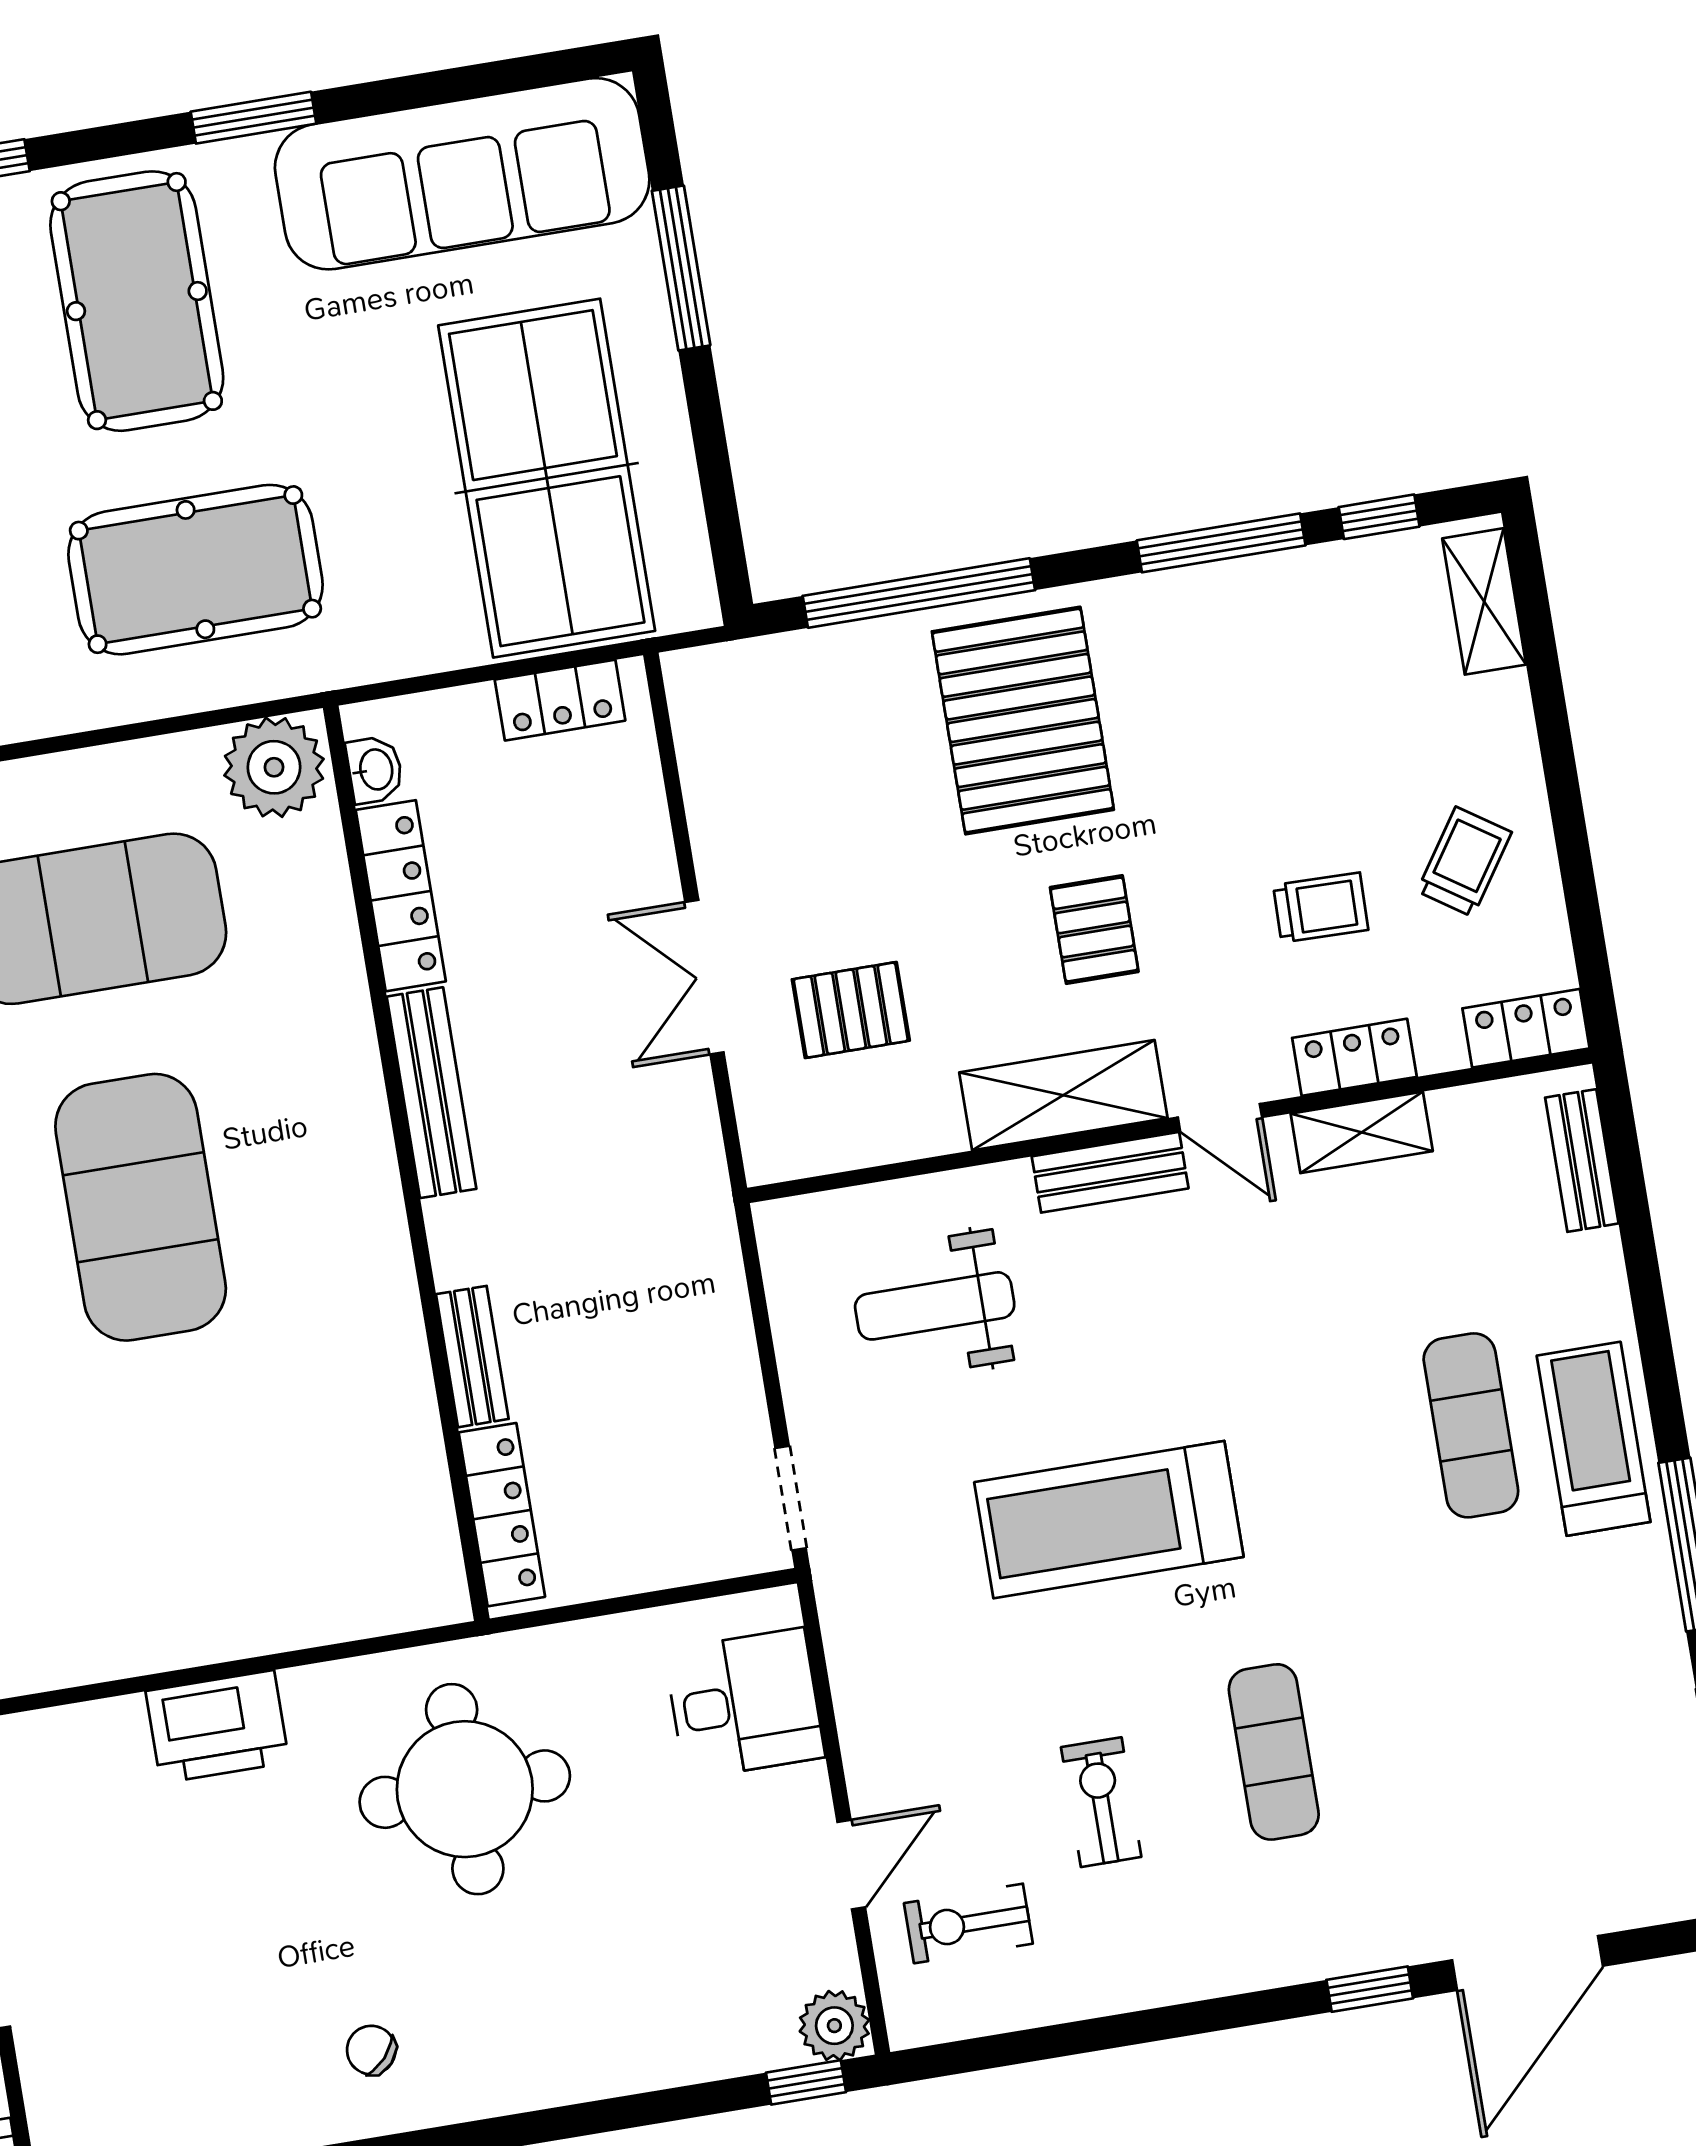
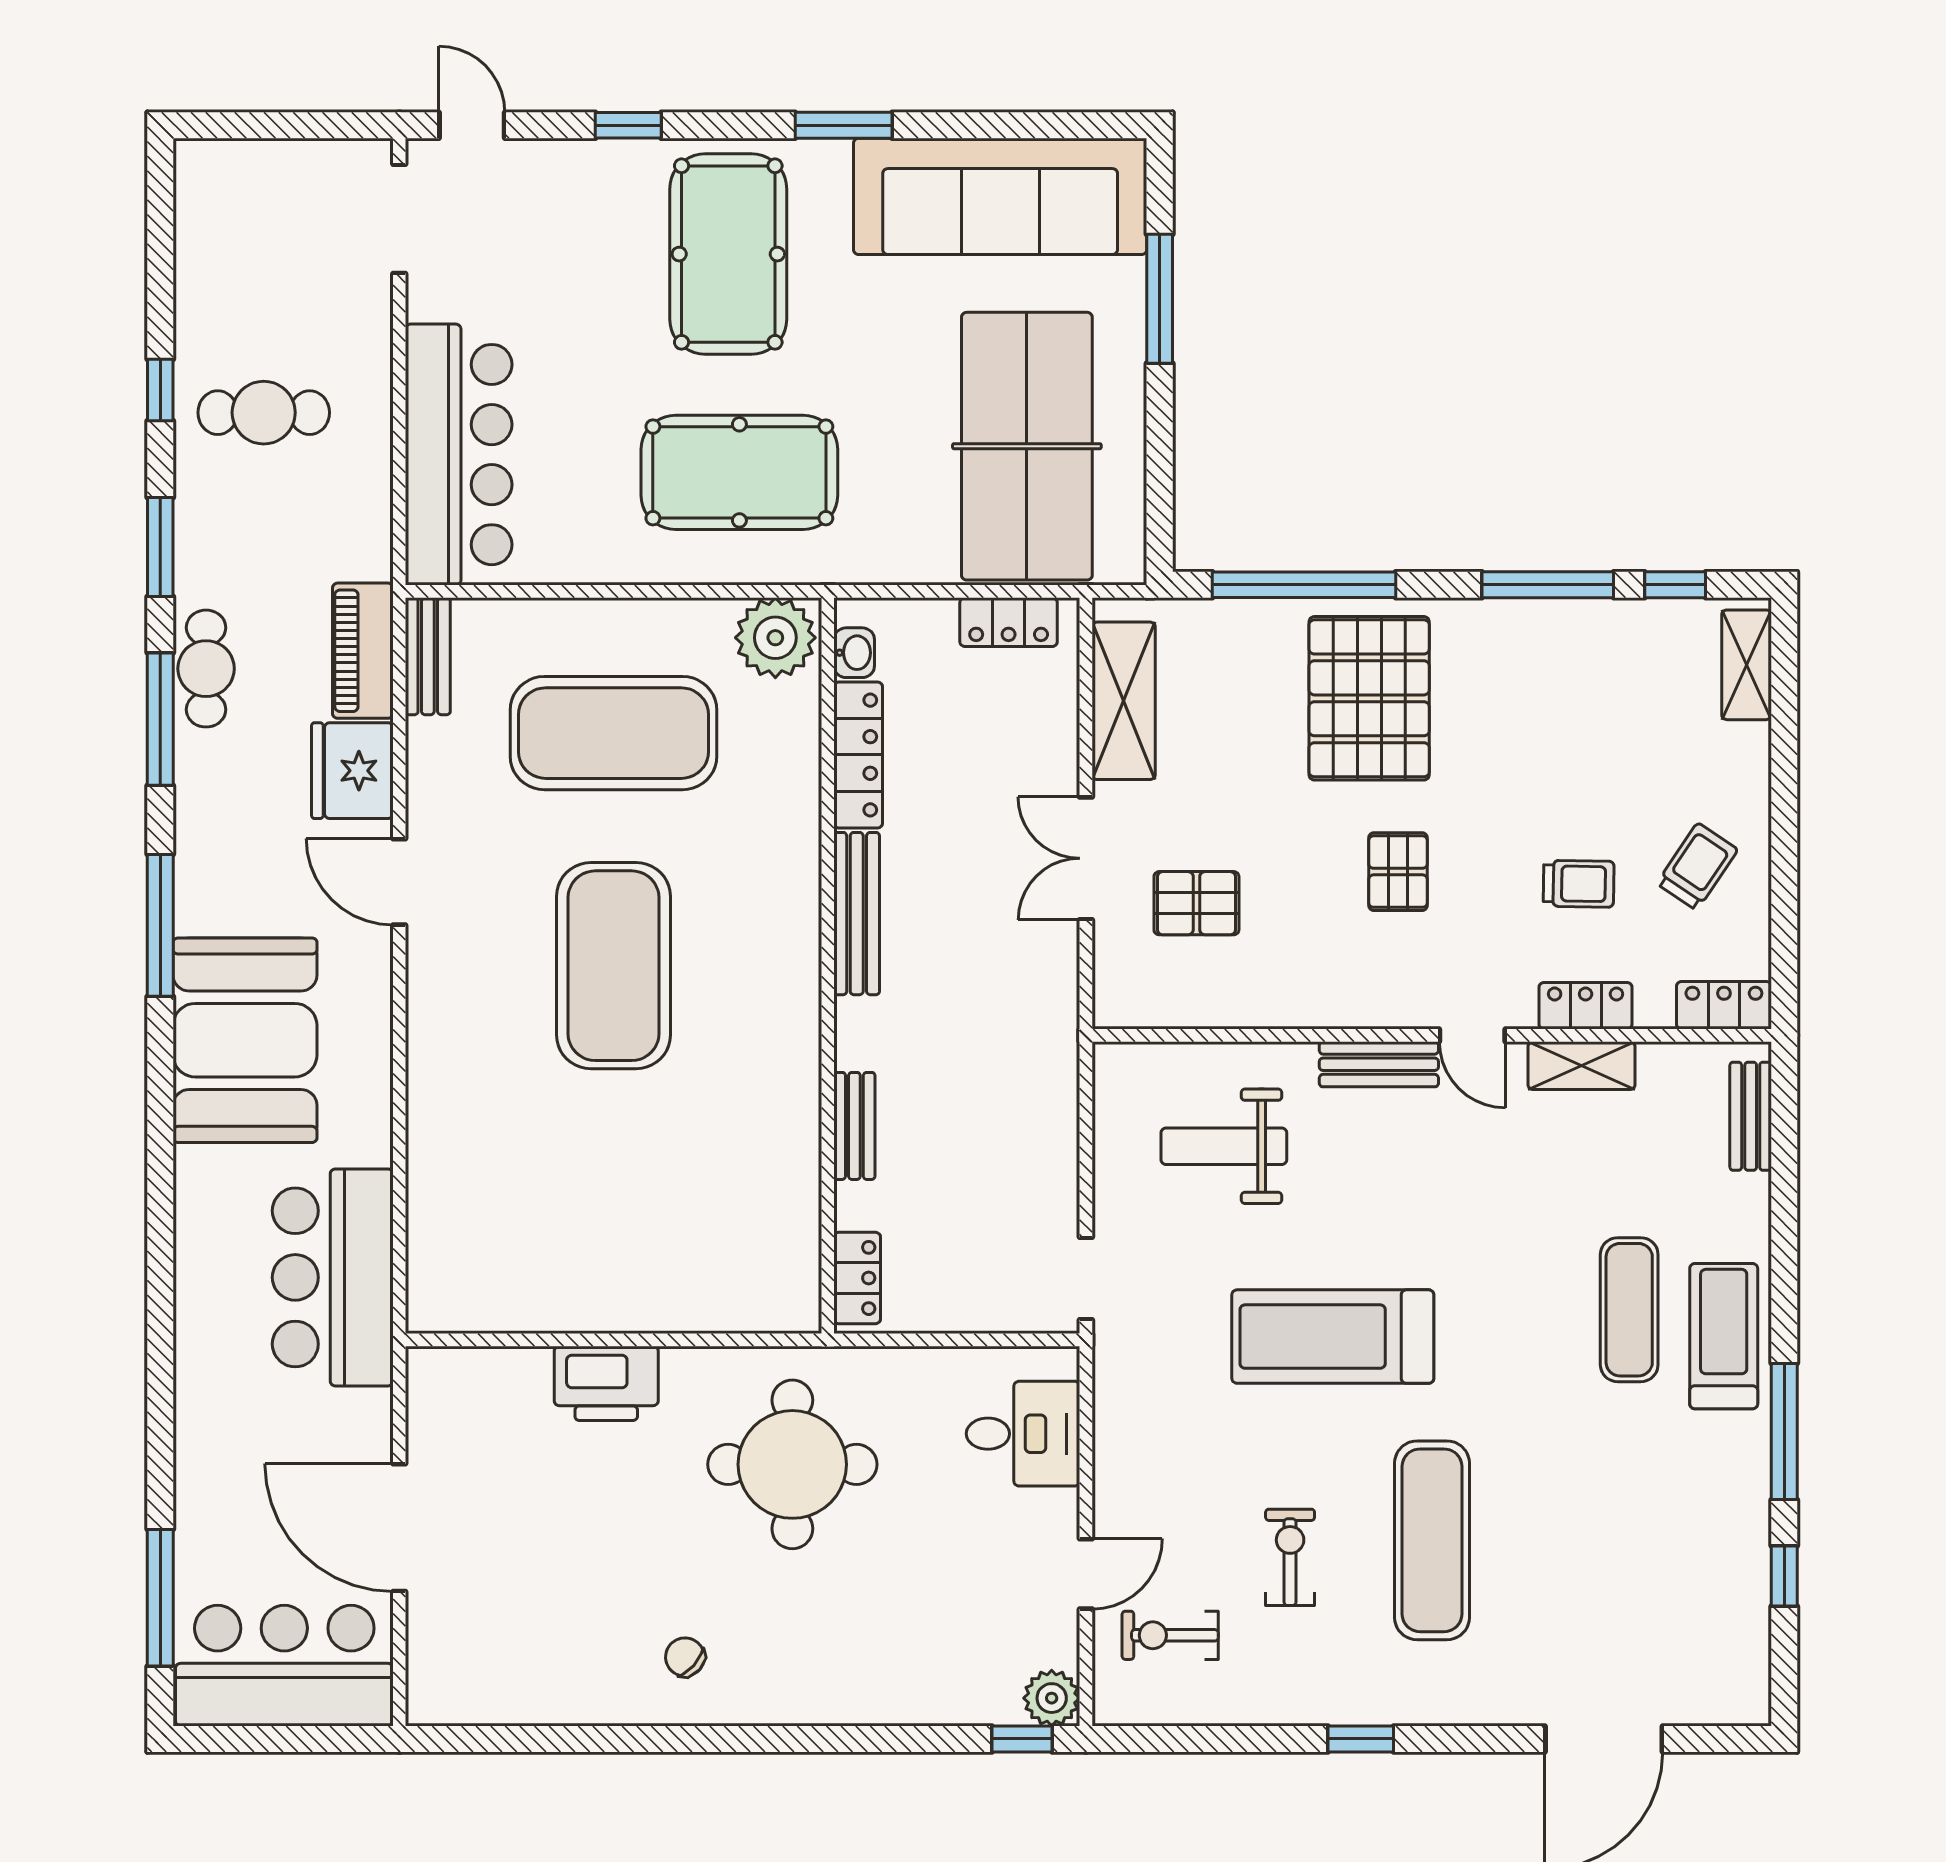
shelving: (1063, 1095) -> (1124, 701), moved, turned 90
locker: (502, 1515) -> (857, 1278), width x0.66
exercise mat: (1274, 1752) -> (1432, 1540), width x1.36, depth x1.45
window: (1370, 1989) -> (1361, 1739), moved

